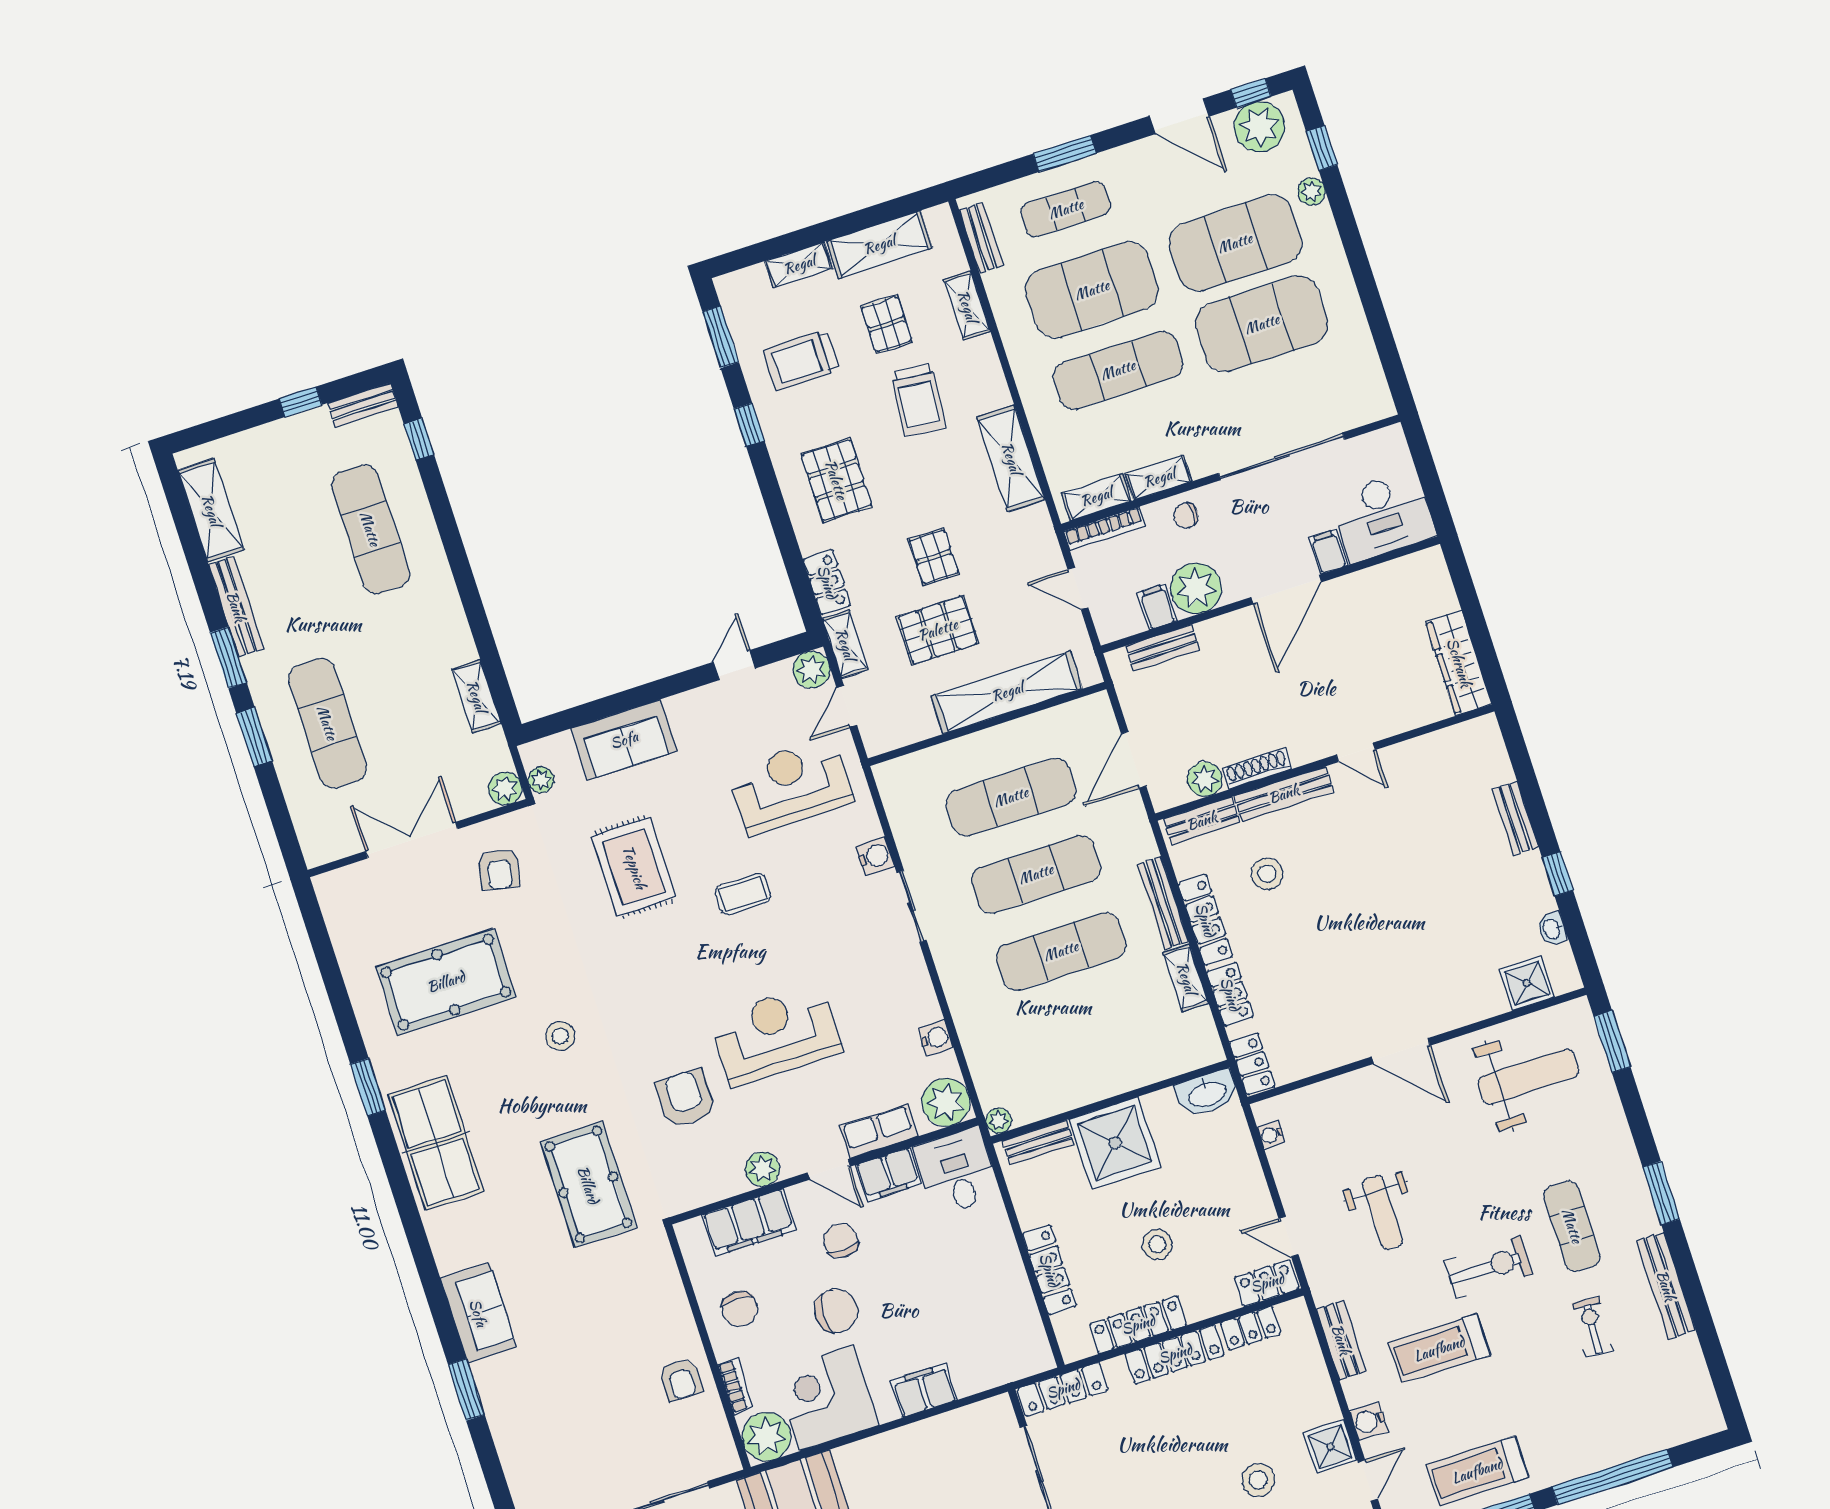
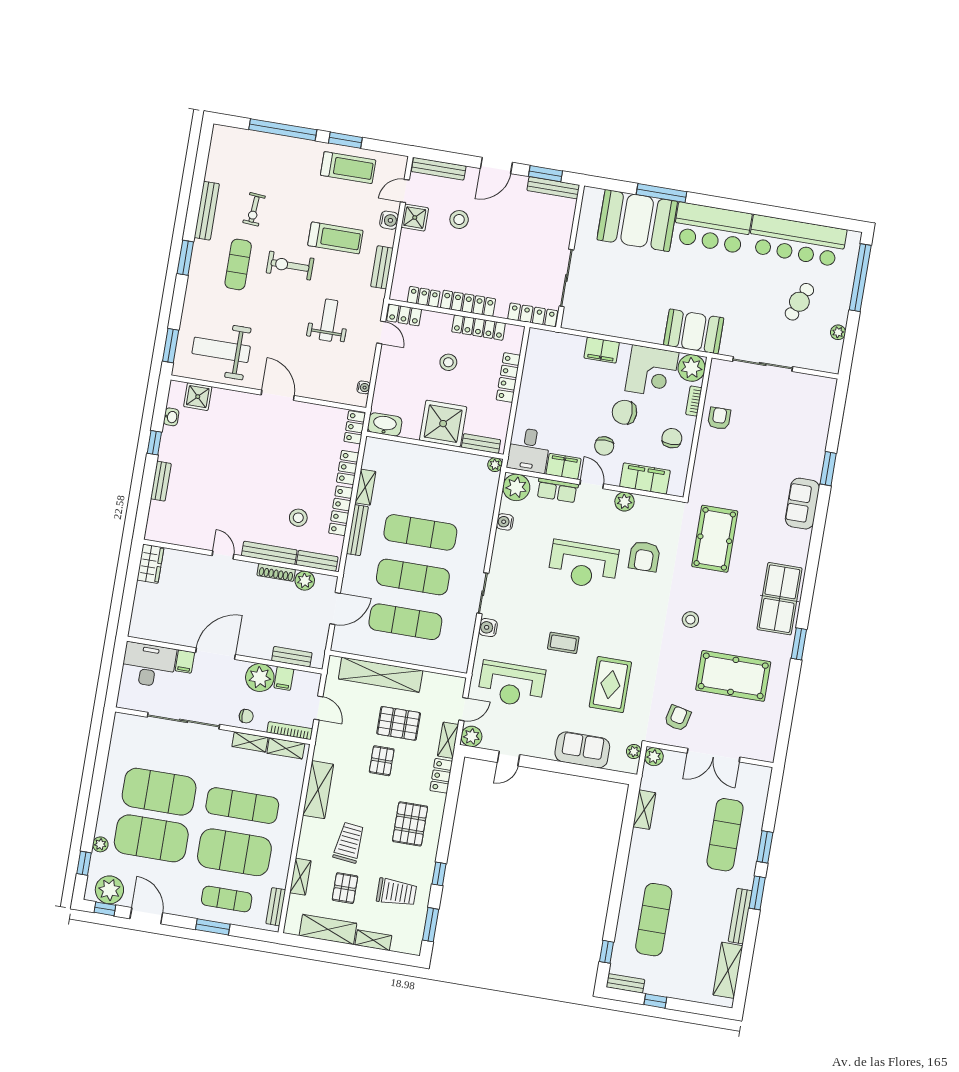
wardrobe: (1459, 663) -> (150, 564), width x0.67

